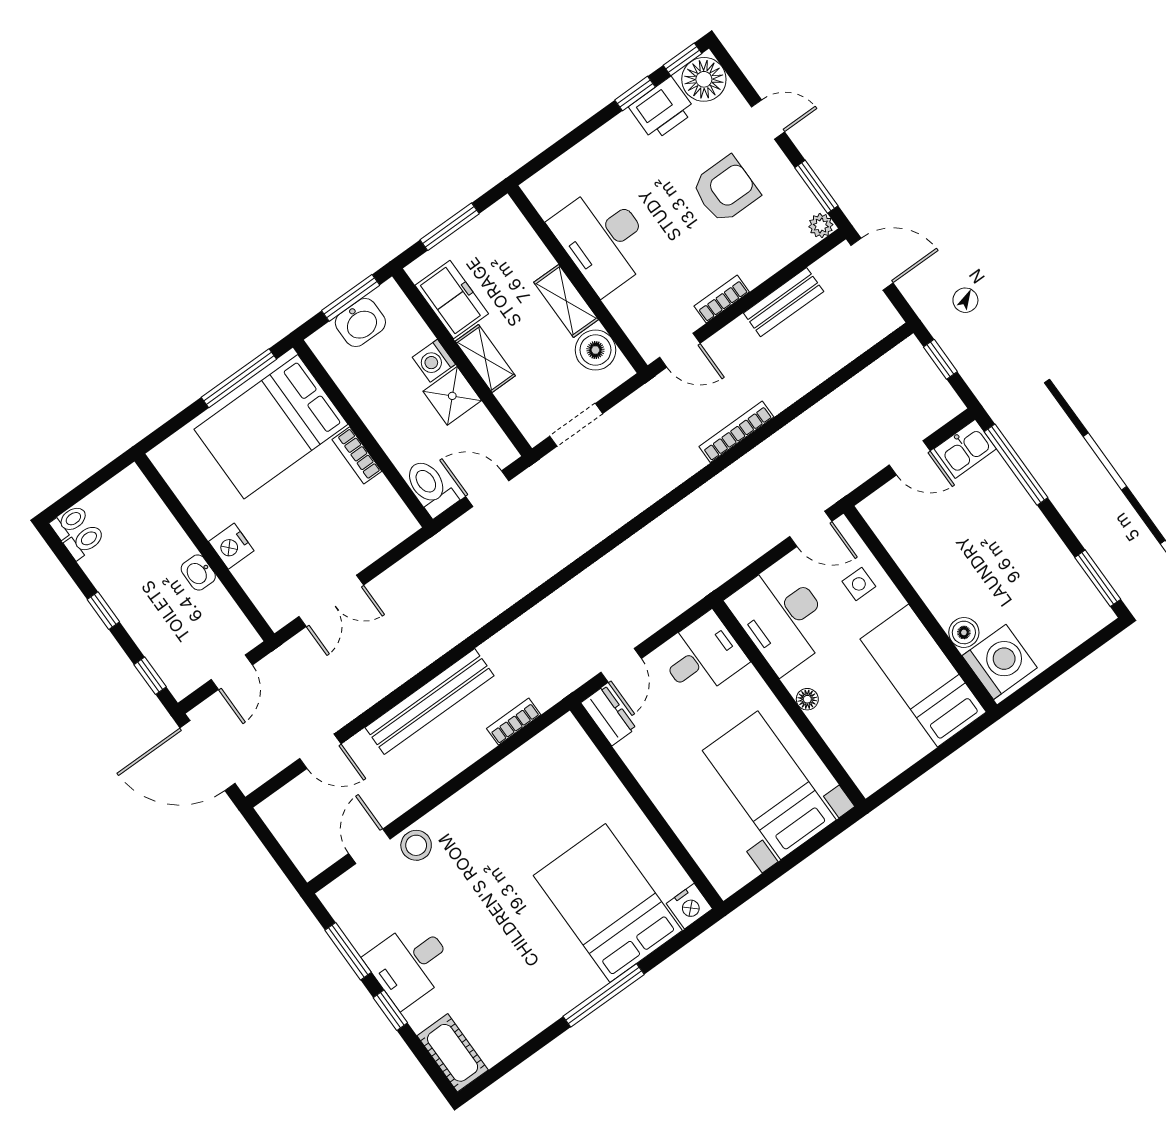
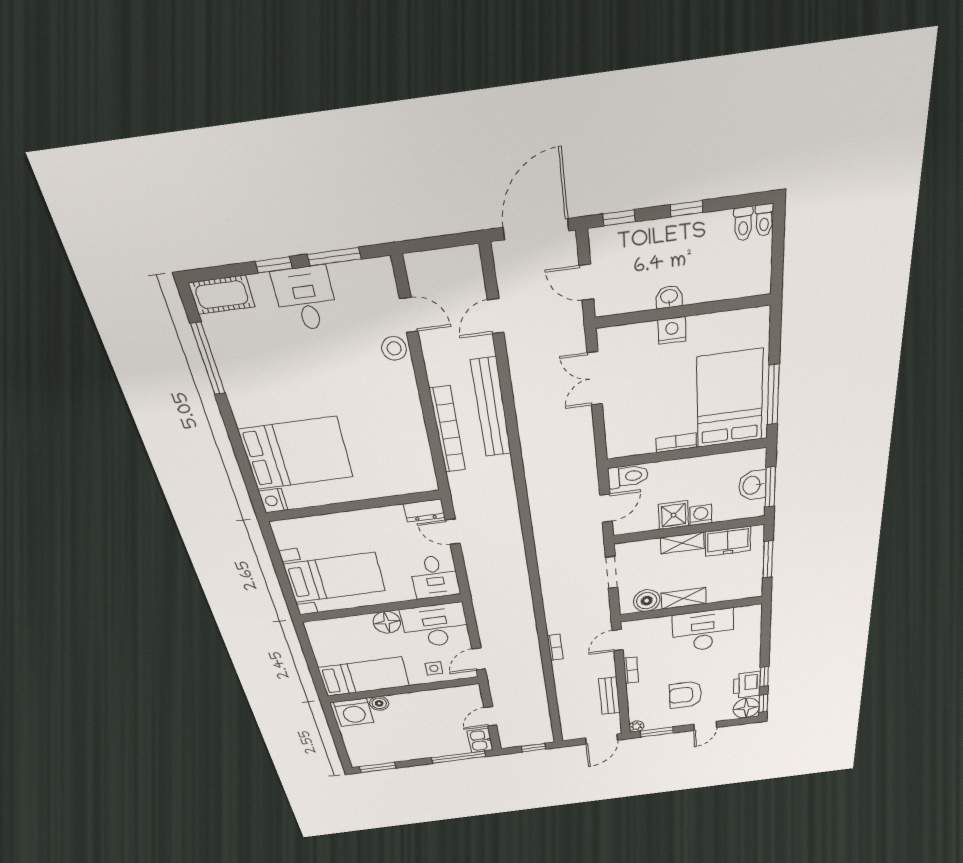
armchair: (725, 189) -> (685, 695), turned 90
bookcase: (736, 432) -> (555, 647), width x0.64
floor lamp: (807, 699) -> (387, 622), width x1.89, depth x1.89
bookcase: (514, 722) -> (448, 430), width x2.31, depth x1.31
window: (604, 995) -> (208, 359), moved

